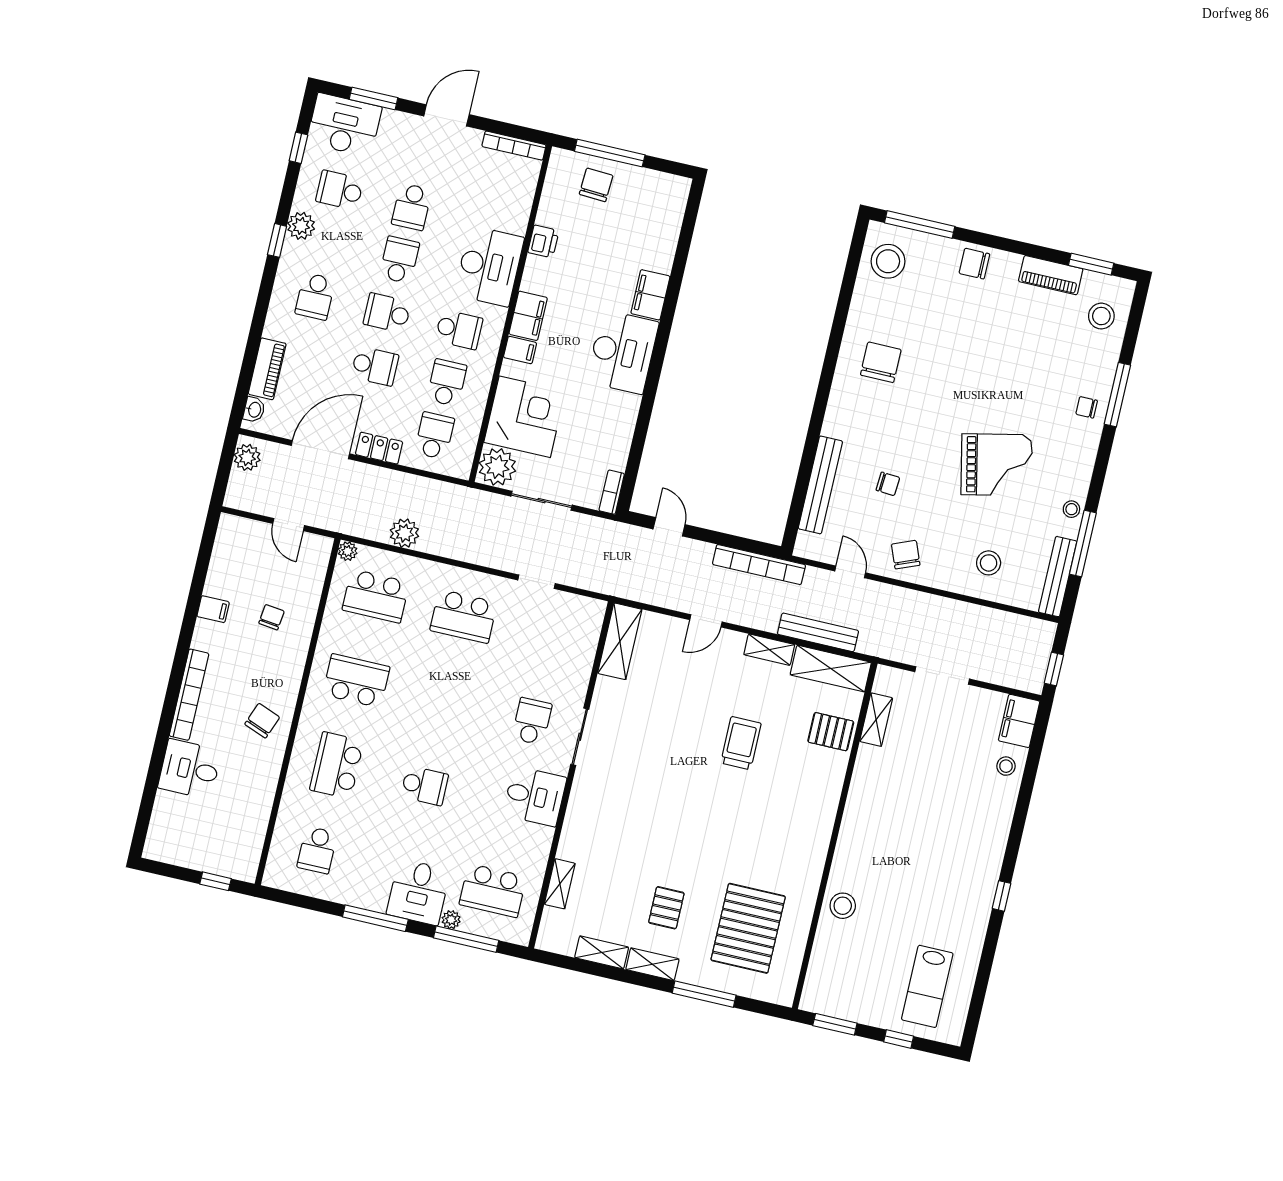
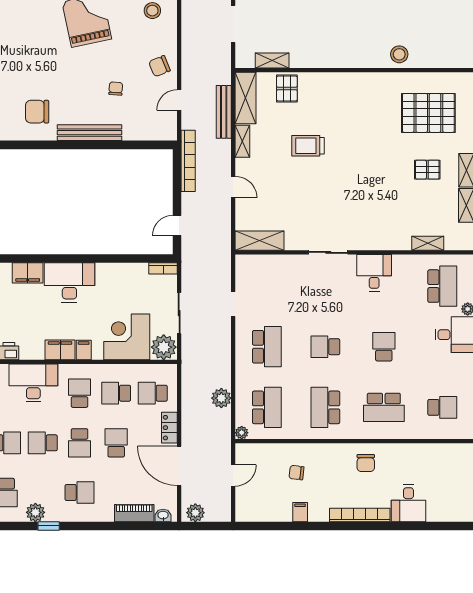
bench: (820, 485) -> (90, 133), moved
chair: (262, 721) -> (366, 463), turned -111
school desk: (532, 721) -> (325, 347), moved

